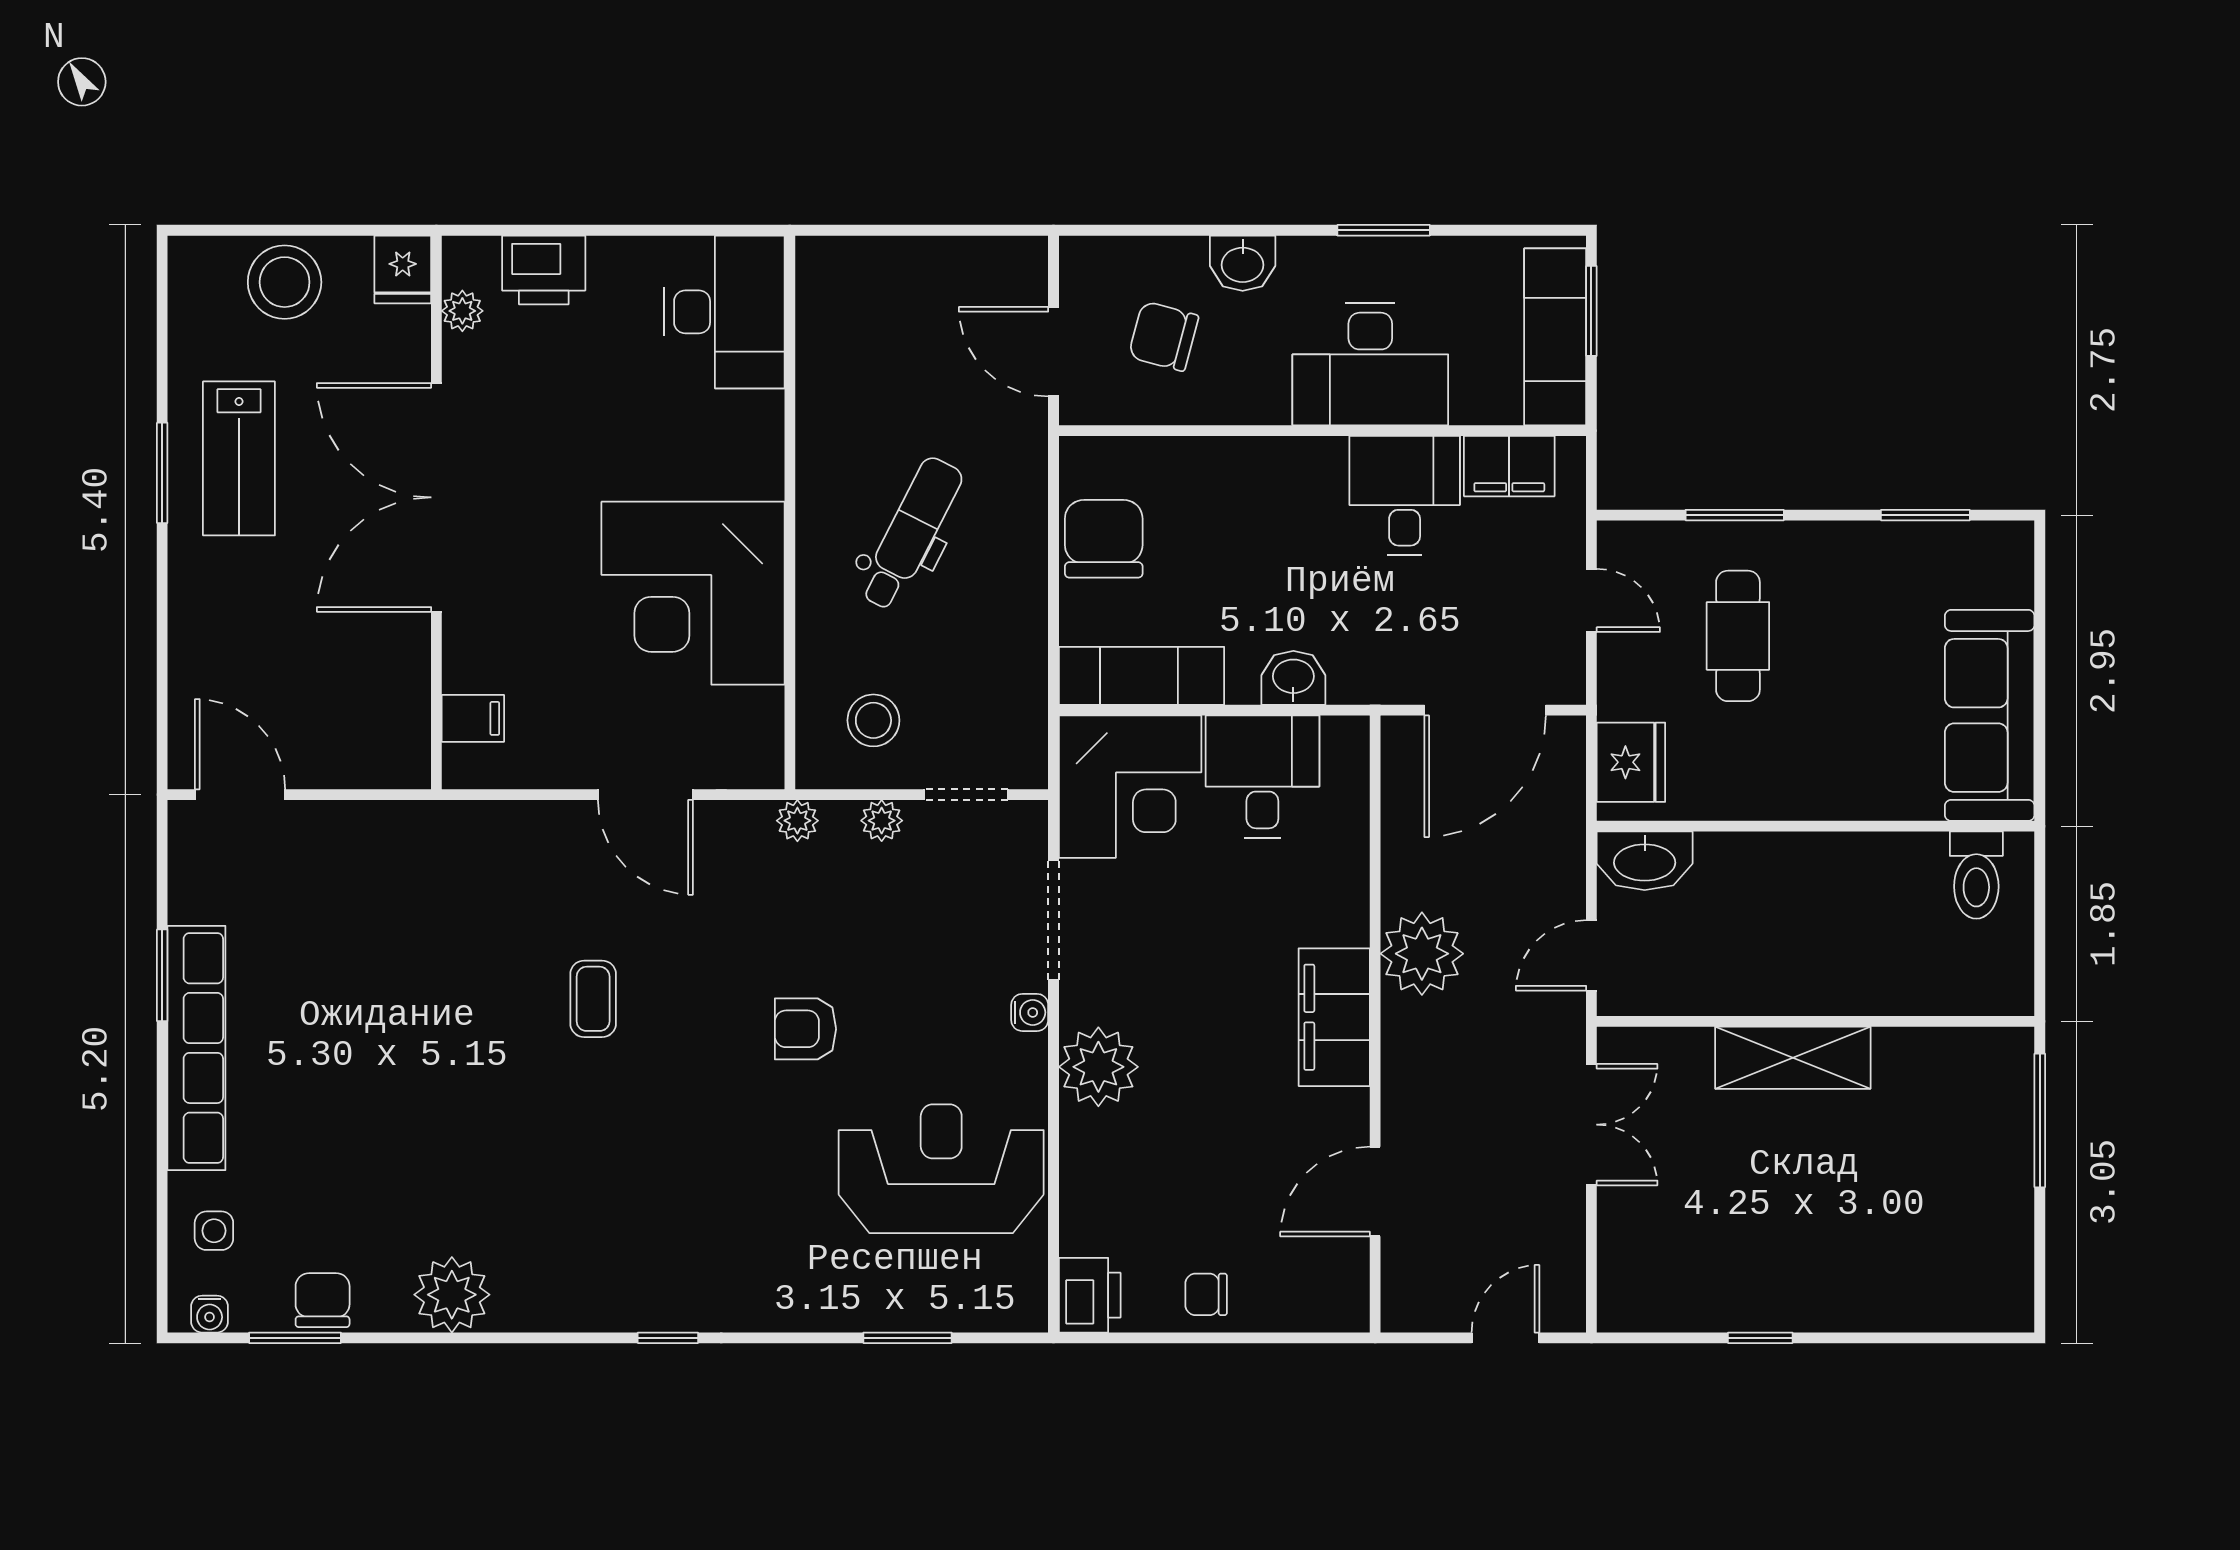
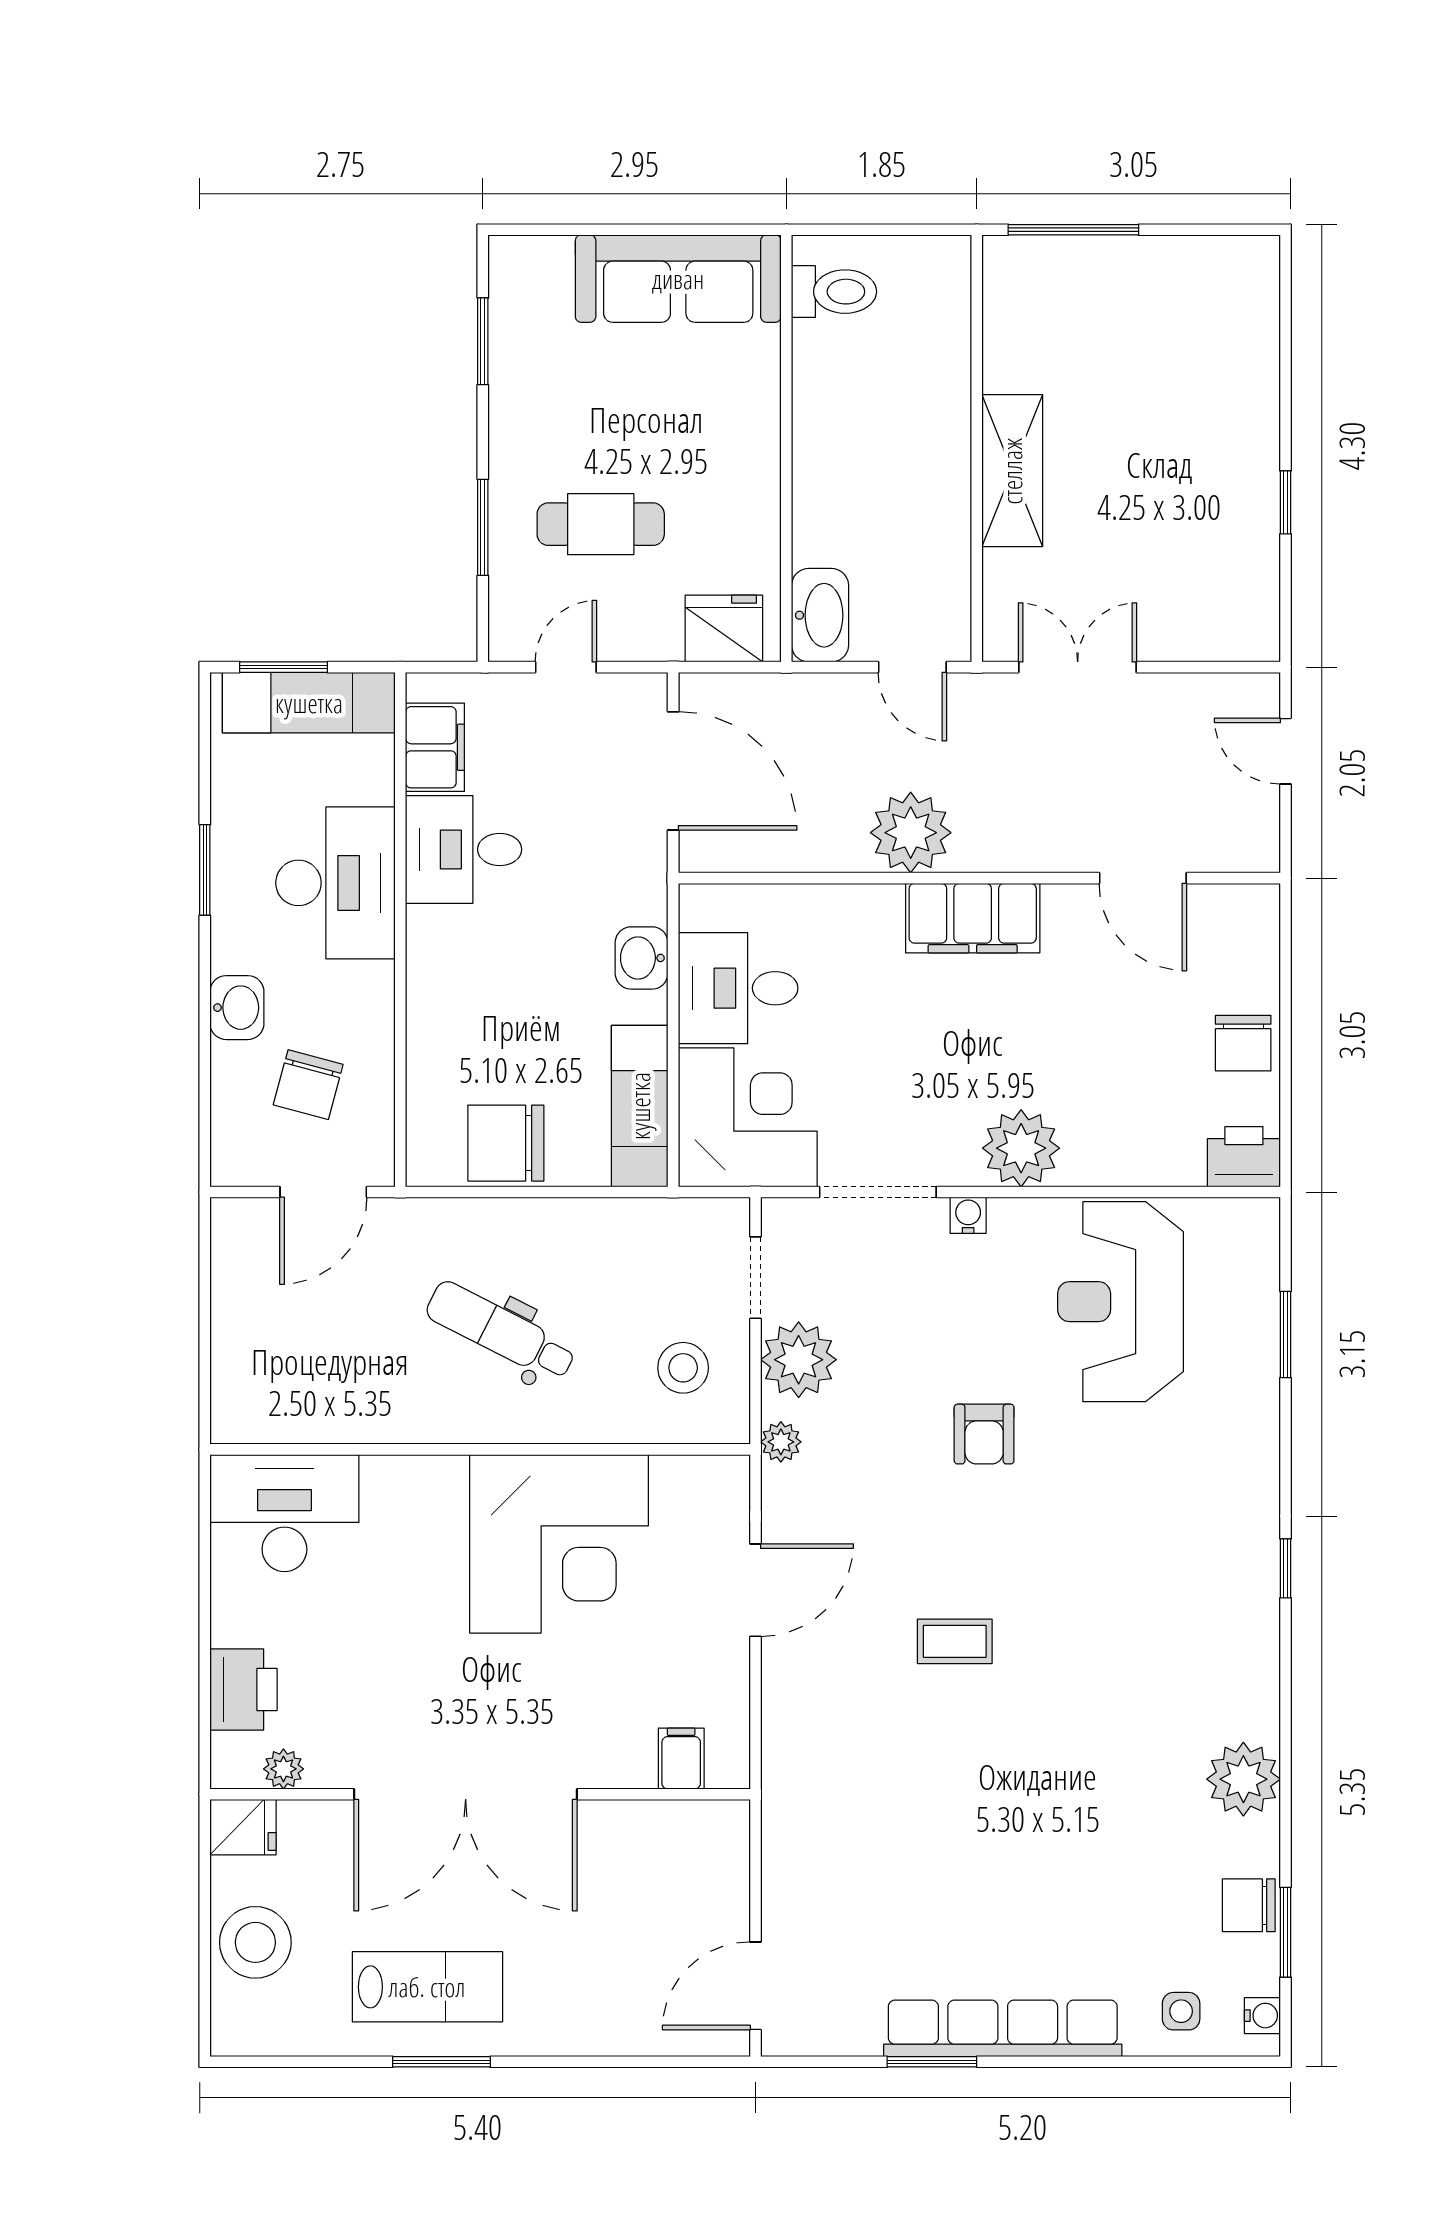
plant: (882, 821) -> (799, 1360), width x1.88, depth x1.88
chair: (1206, 1294) -> (1243, 1043), width x1.37, depth x1.37

